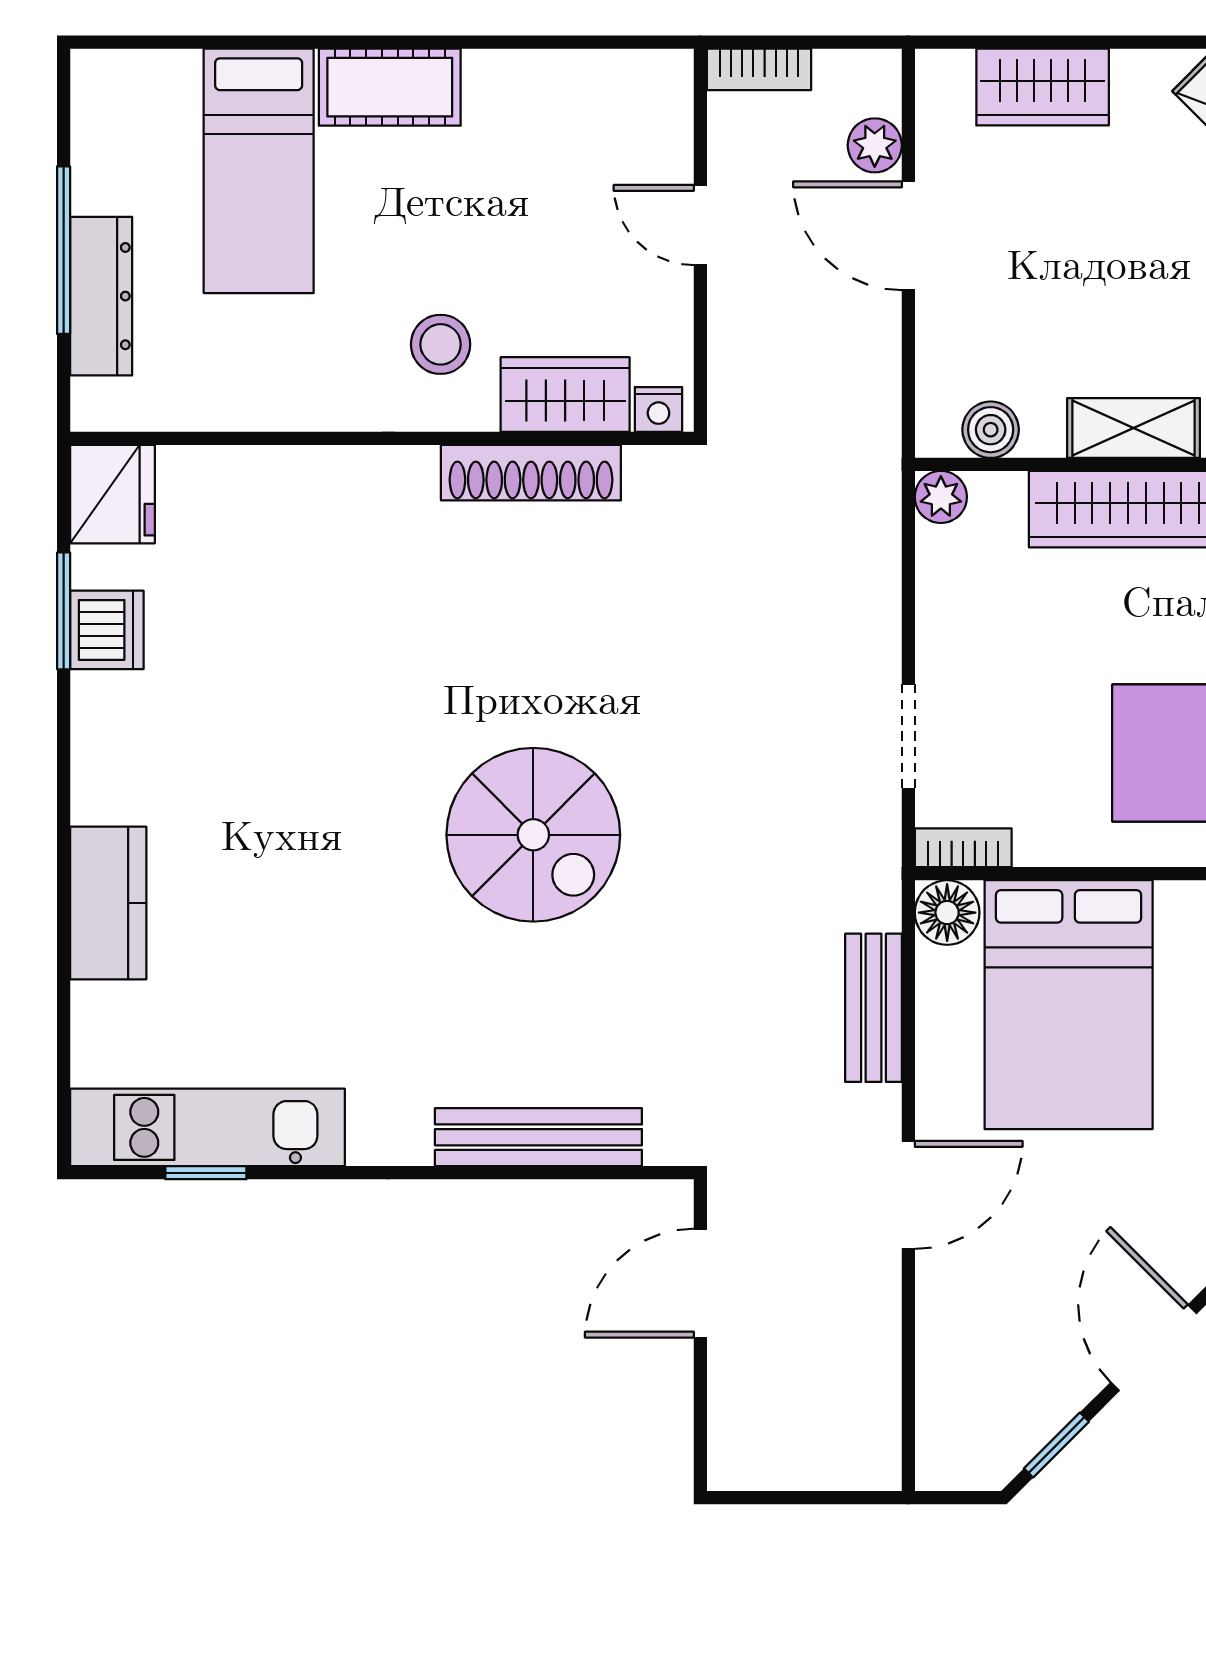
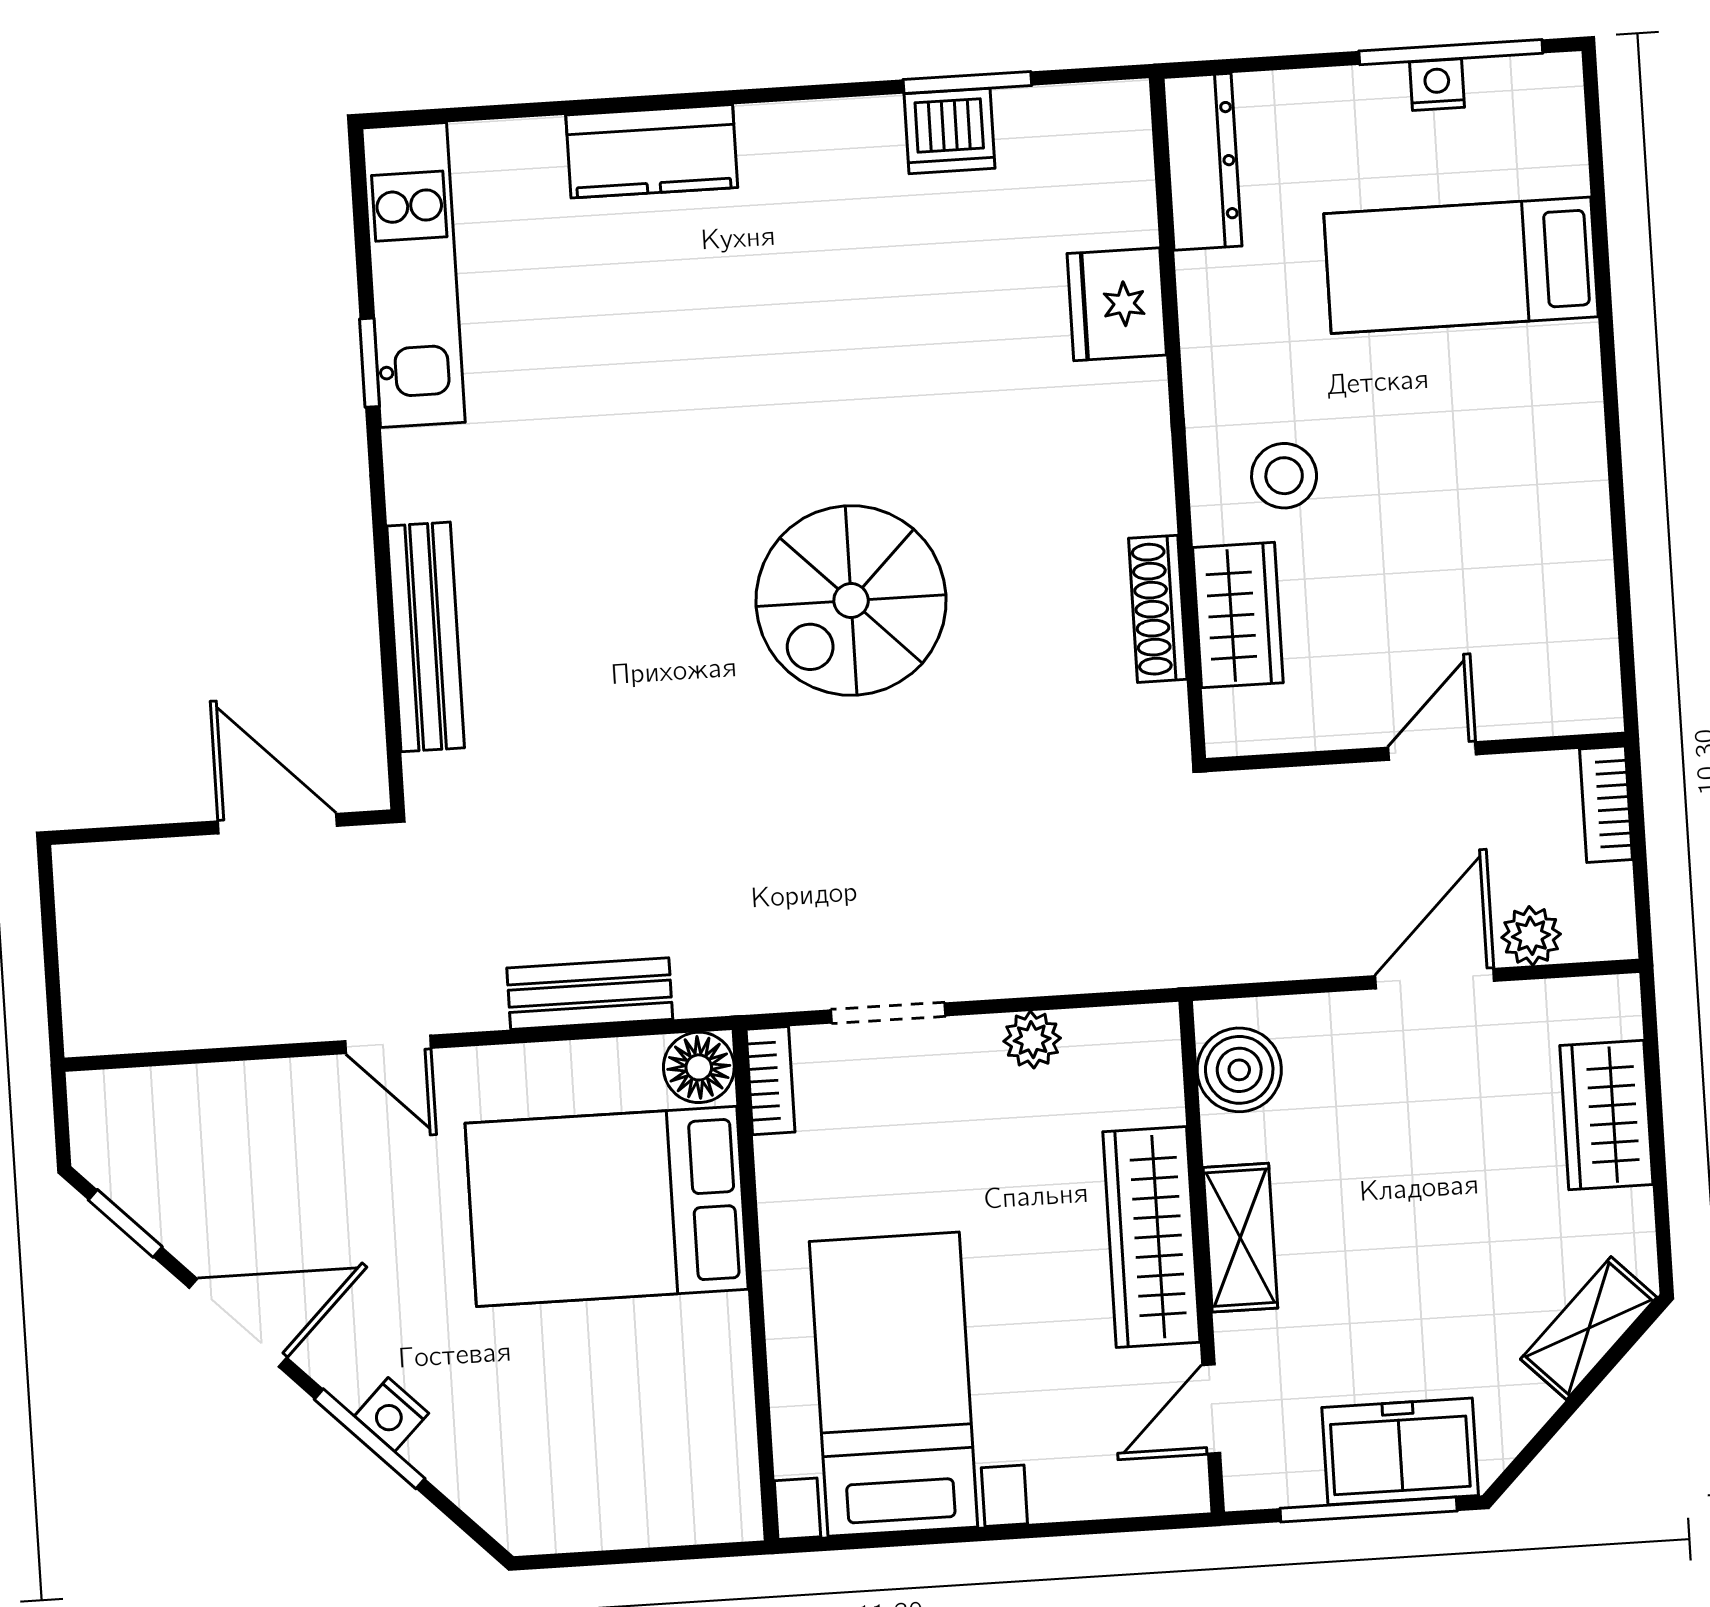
cot: (390, 87) -> (1561, 403), removed
window: (64, 250) -> (1451, 52), moved
dresser: (101, 296) -> (1202, 162), moved, turned -90
nightstand: (658, 410) -> (1437, 85), moved, turned 90
boiler: (991, 430) -> (1239, 1070), width x1.36, depth x1.36
shoe rack: (531, 473) -> (1158, 609), width x0.74, depth x0.81
fridge: (112, 494) -> (1117, 304), moved, turned 90
plant: (941, 497) -> (1032, 1040), moved
spiral stairs: (533, 835) -> (851, 600), moved
window: (206, 1173) -> (370, 363), moved
door: (908, 1195) -> (388, 1044), width x0.73

